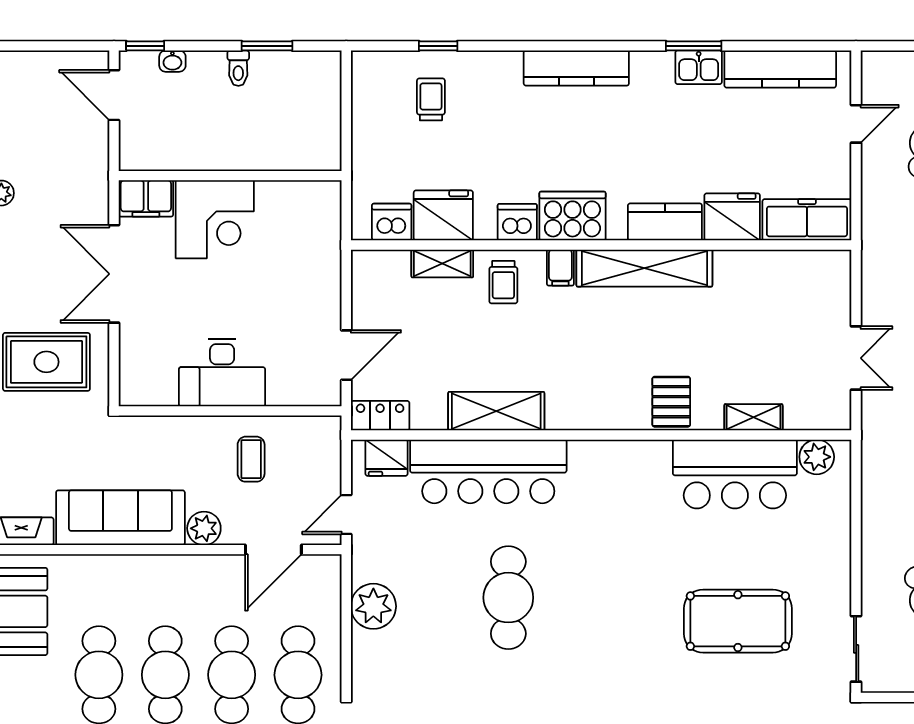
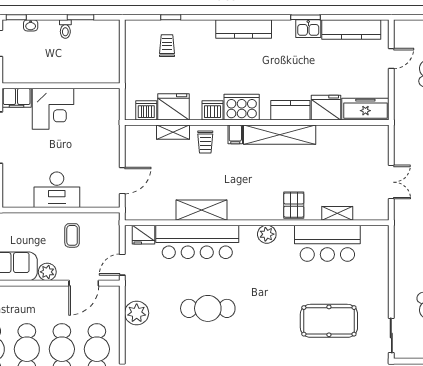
locker: (380, 416) -> (140, 212), removed
plant: (817, 457) -> (267, 234), moved
cafe table: (508, 598) -> (208, 308), turned 90

